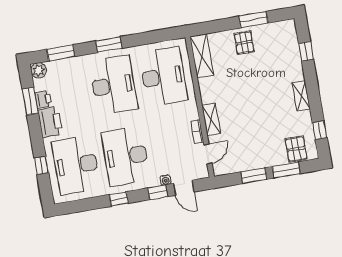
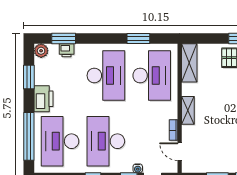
window: (109, 45) -> (138, 39), moved
printer: (43, 99) -> (67, 50), moved, turned 90
shelving: (211, 119) -> (188, 110), moved
door: (208, 154) -> (180, 152), swing flipped
window: (41, 166) -> (29, 136), width x3.17

